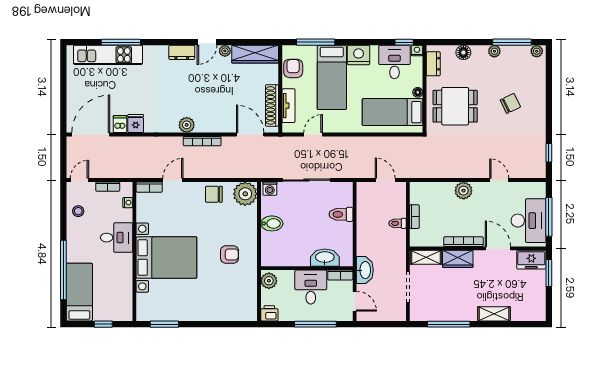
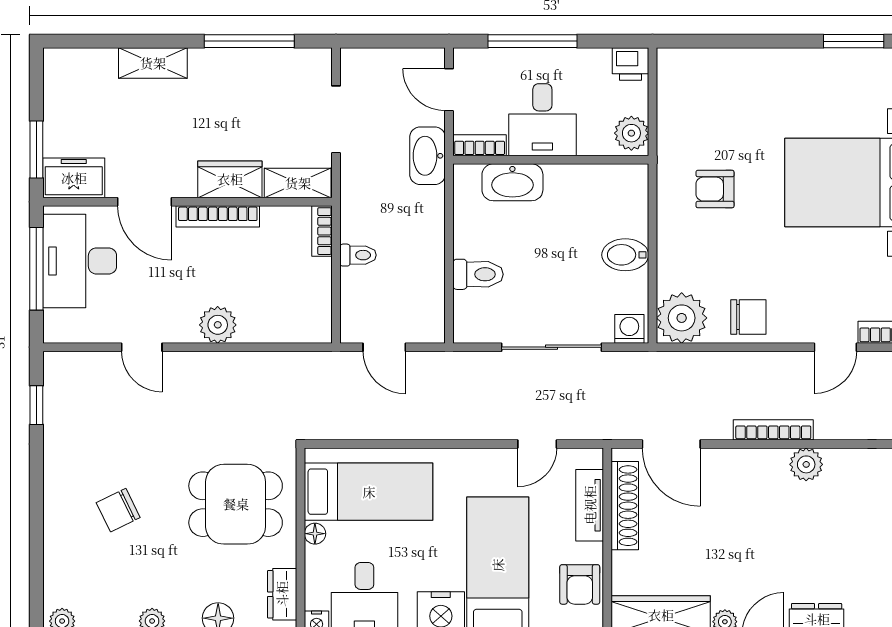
bookcase: (414, 217) -> (322, 231), moved

